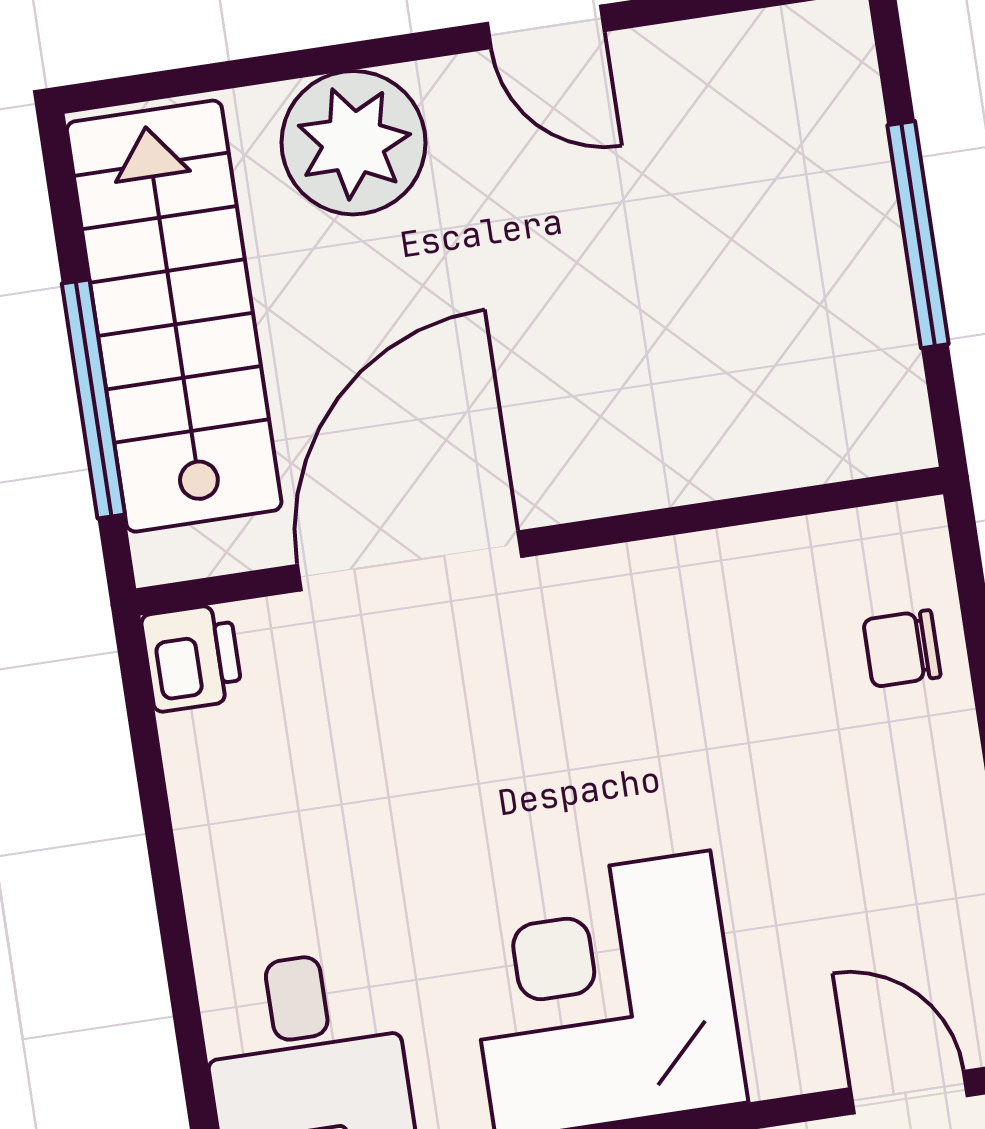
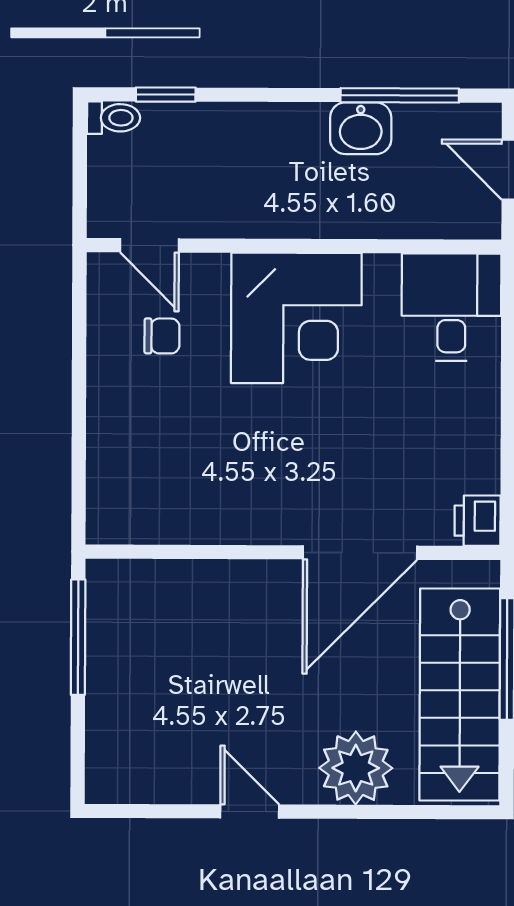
window: (918, 235) -> (78, 637), moved
chair: (902, 649) -> (162, 336), moved

